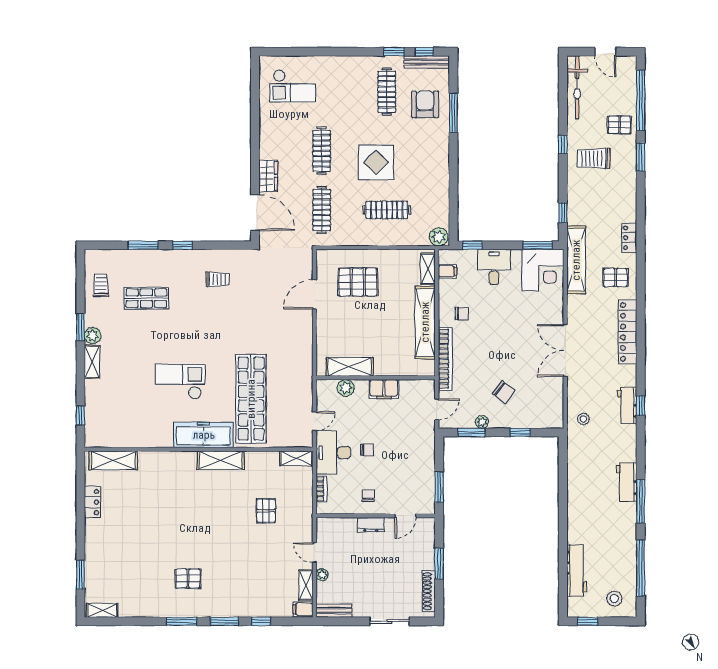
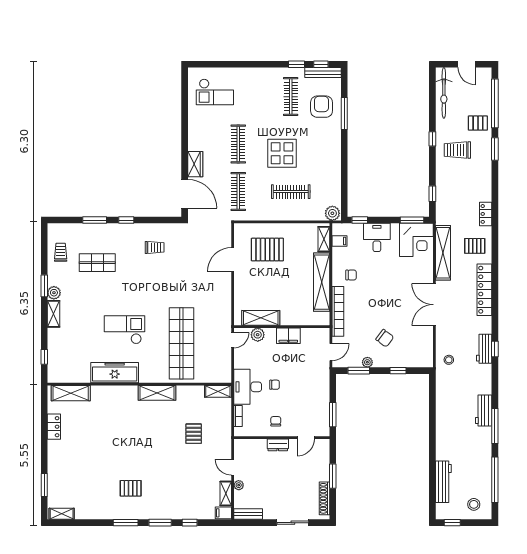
shelving: (576, 260) -> (443, 253), moved
door: (315, 421) -> (233, 340), moved
freezer: (204, 435) -> (115, 373), moved

